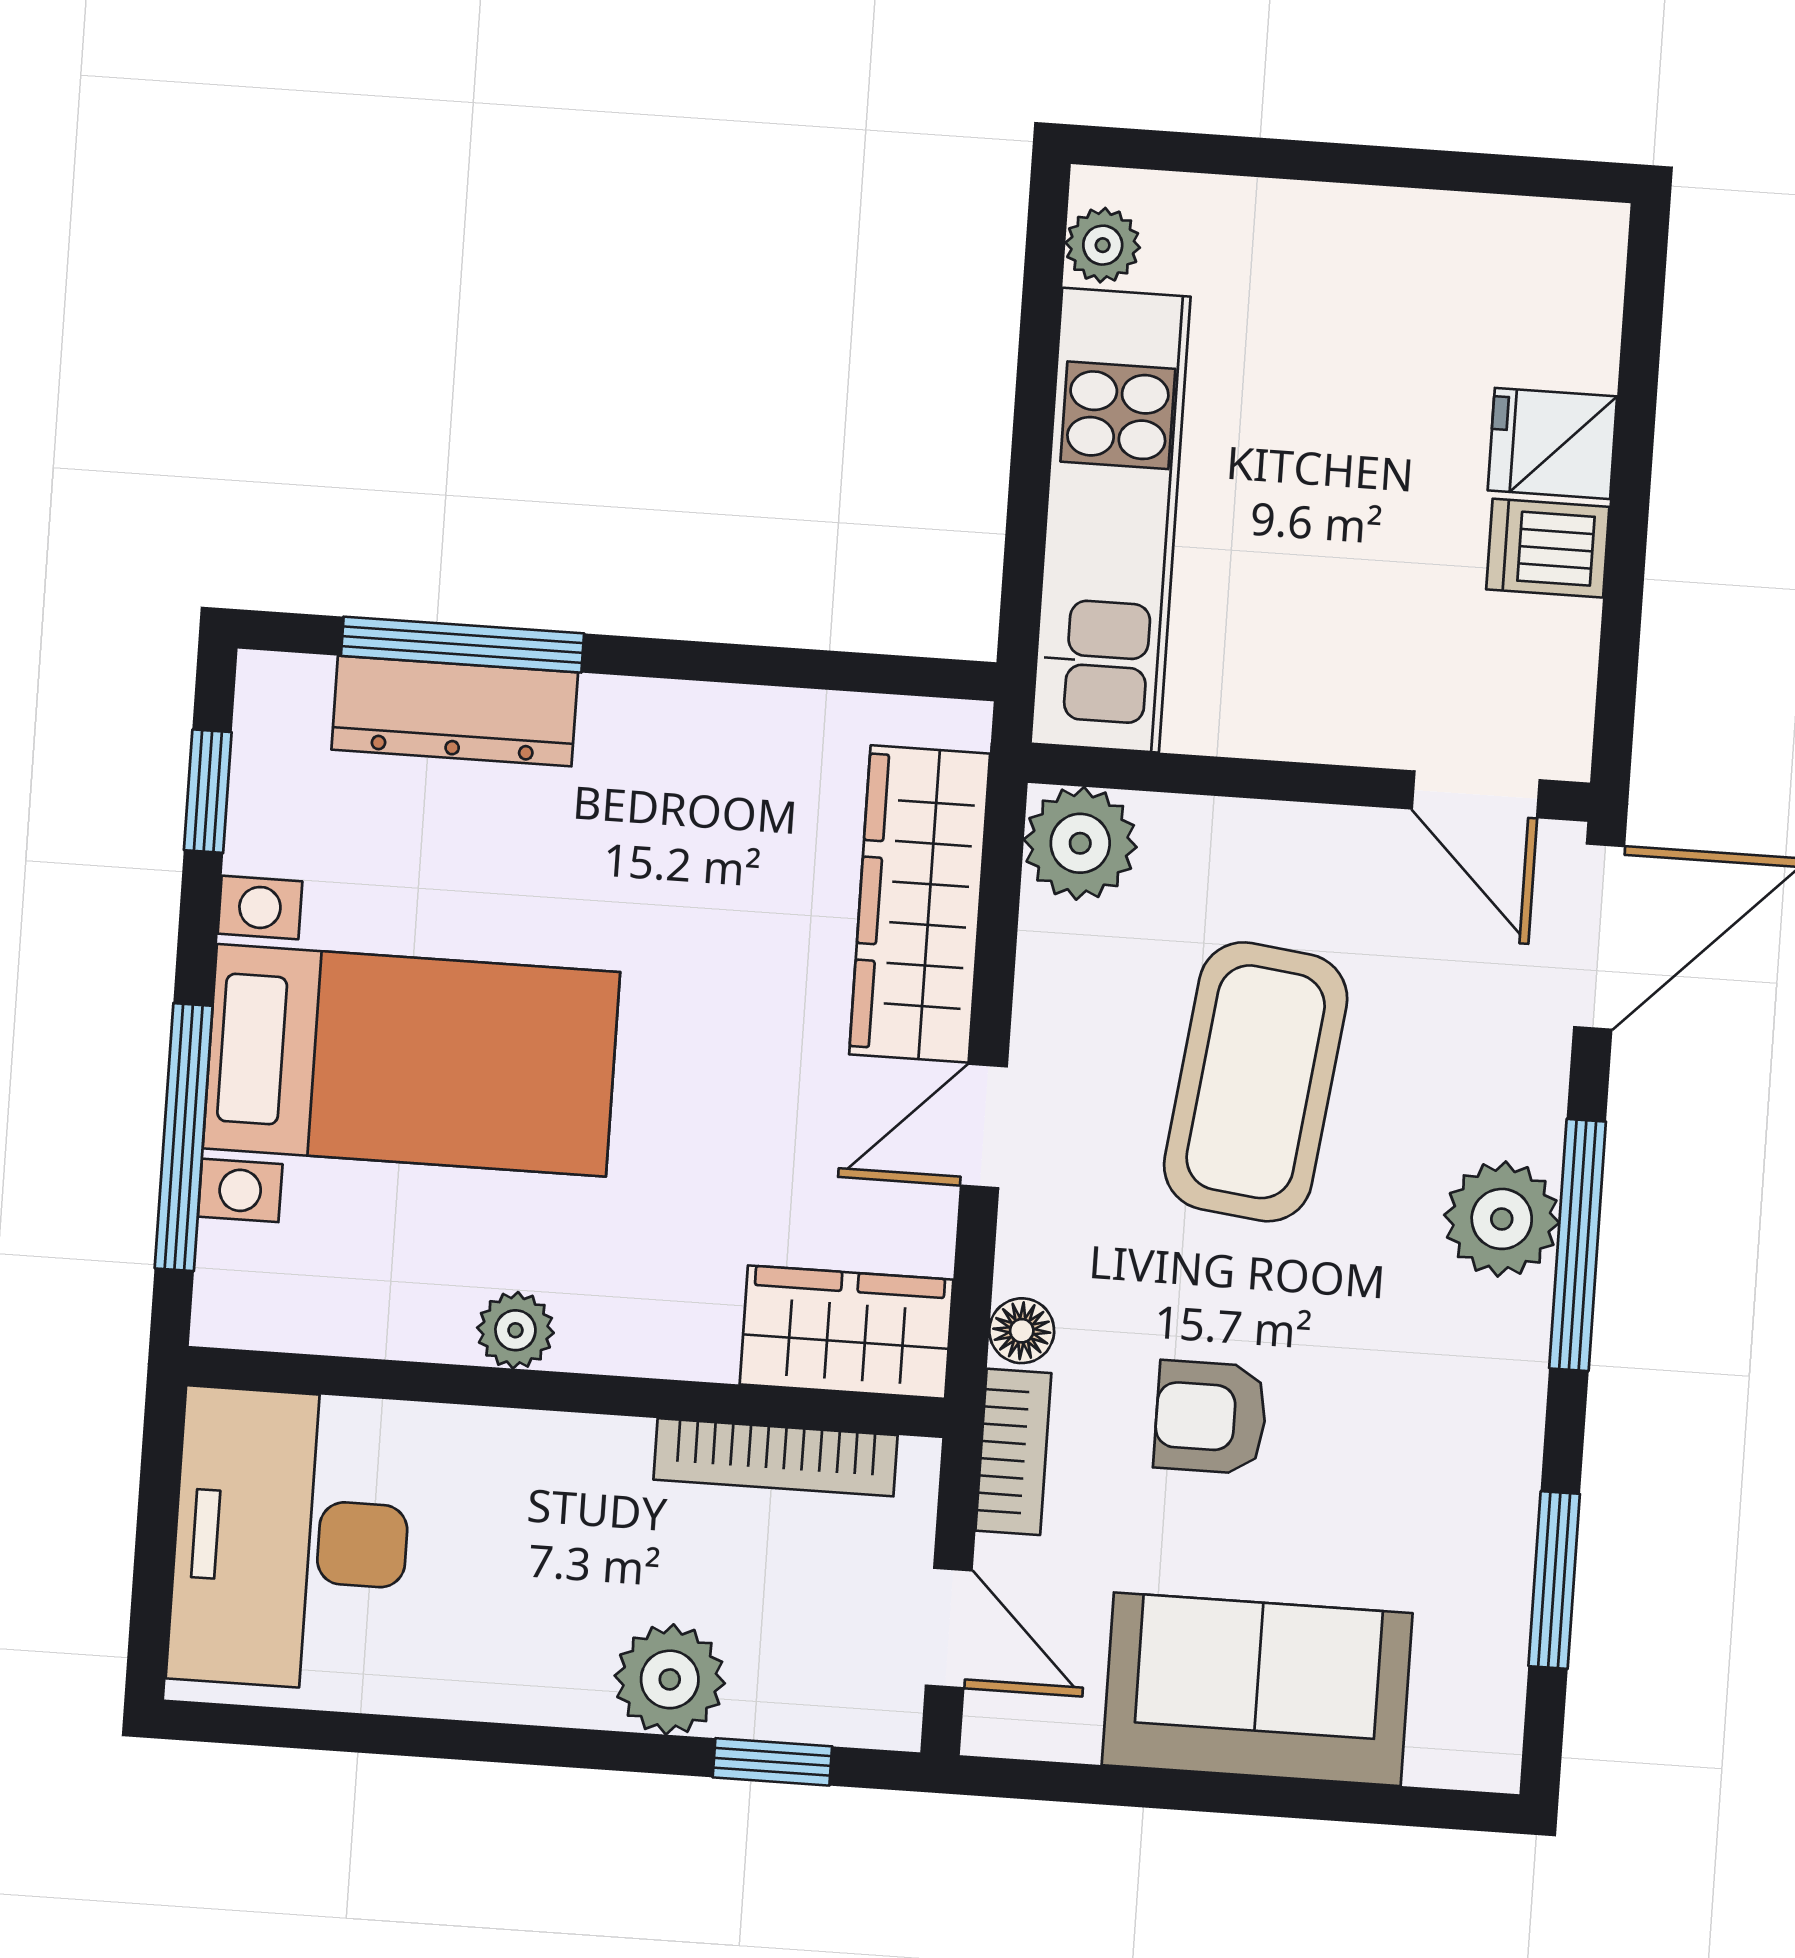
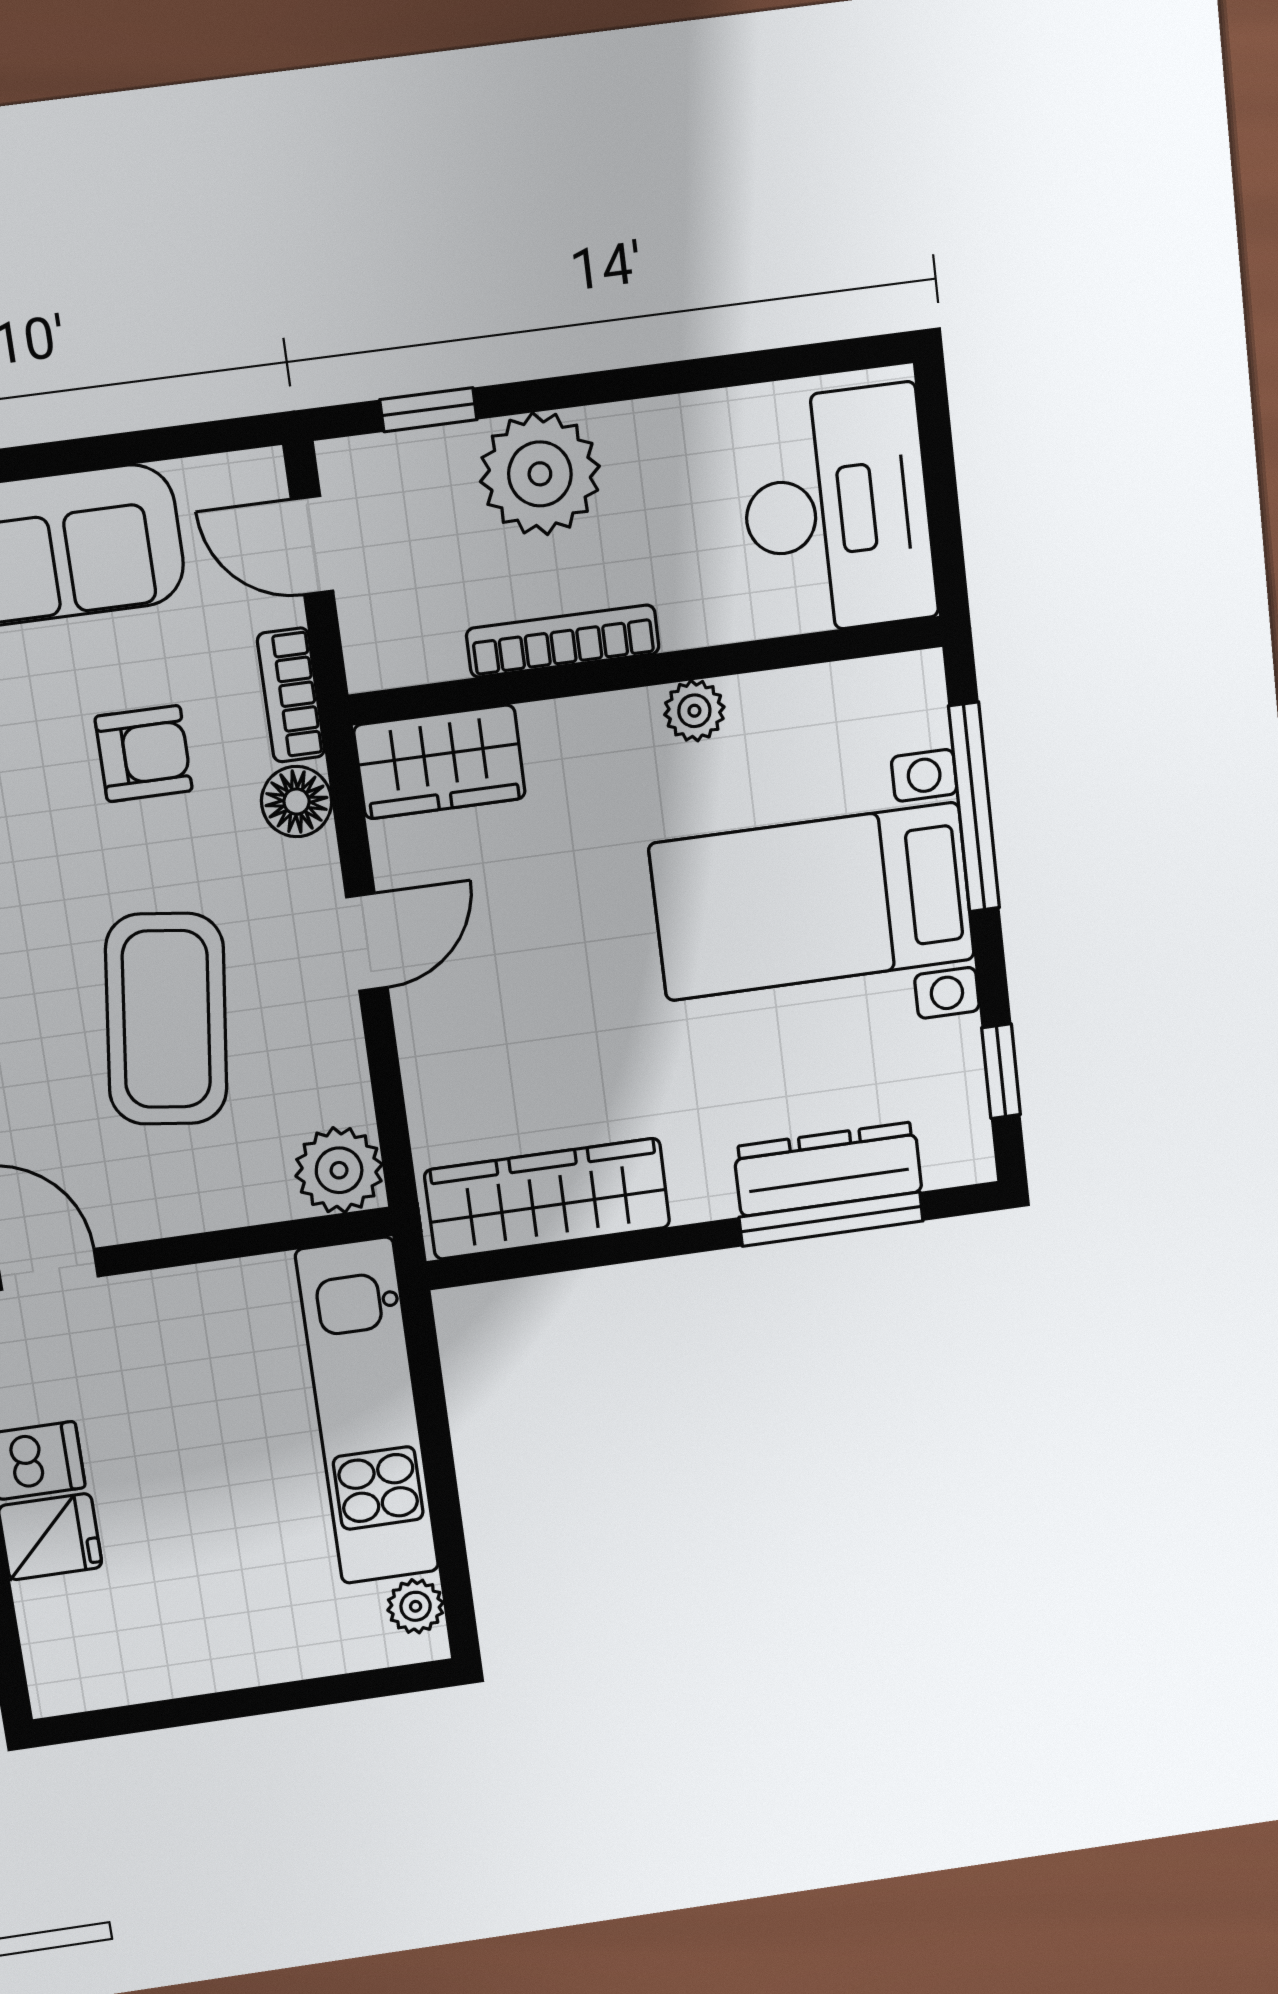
wardrobe: (920, 904) -> (547, 1199), moved, turned -90
floor lamp: (1022, 1331) -> (297, 802), width x1.37, depth x1.37
bookcase: (776, 1457) -> (563, 641), moved
plant: (670, 1679) -> (540, 474), width x1.36, depth x1.36

